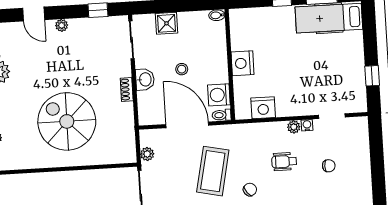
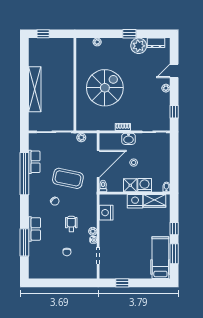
shower: (167, 23) -> (130, 185), moved
wardrobe: (240, 33) -> (155, 201), added
washing machine: (219, 95) -> (145, 185), moved

